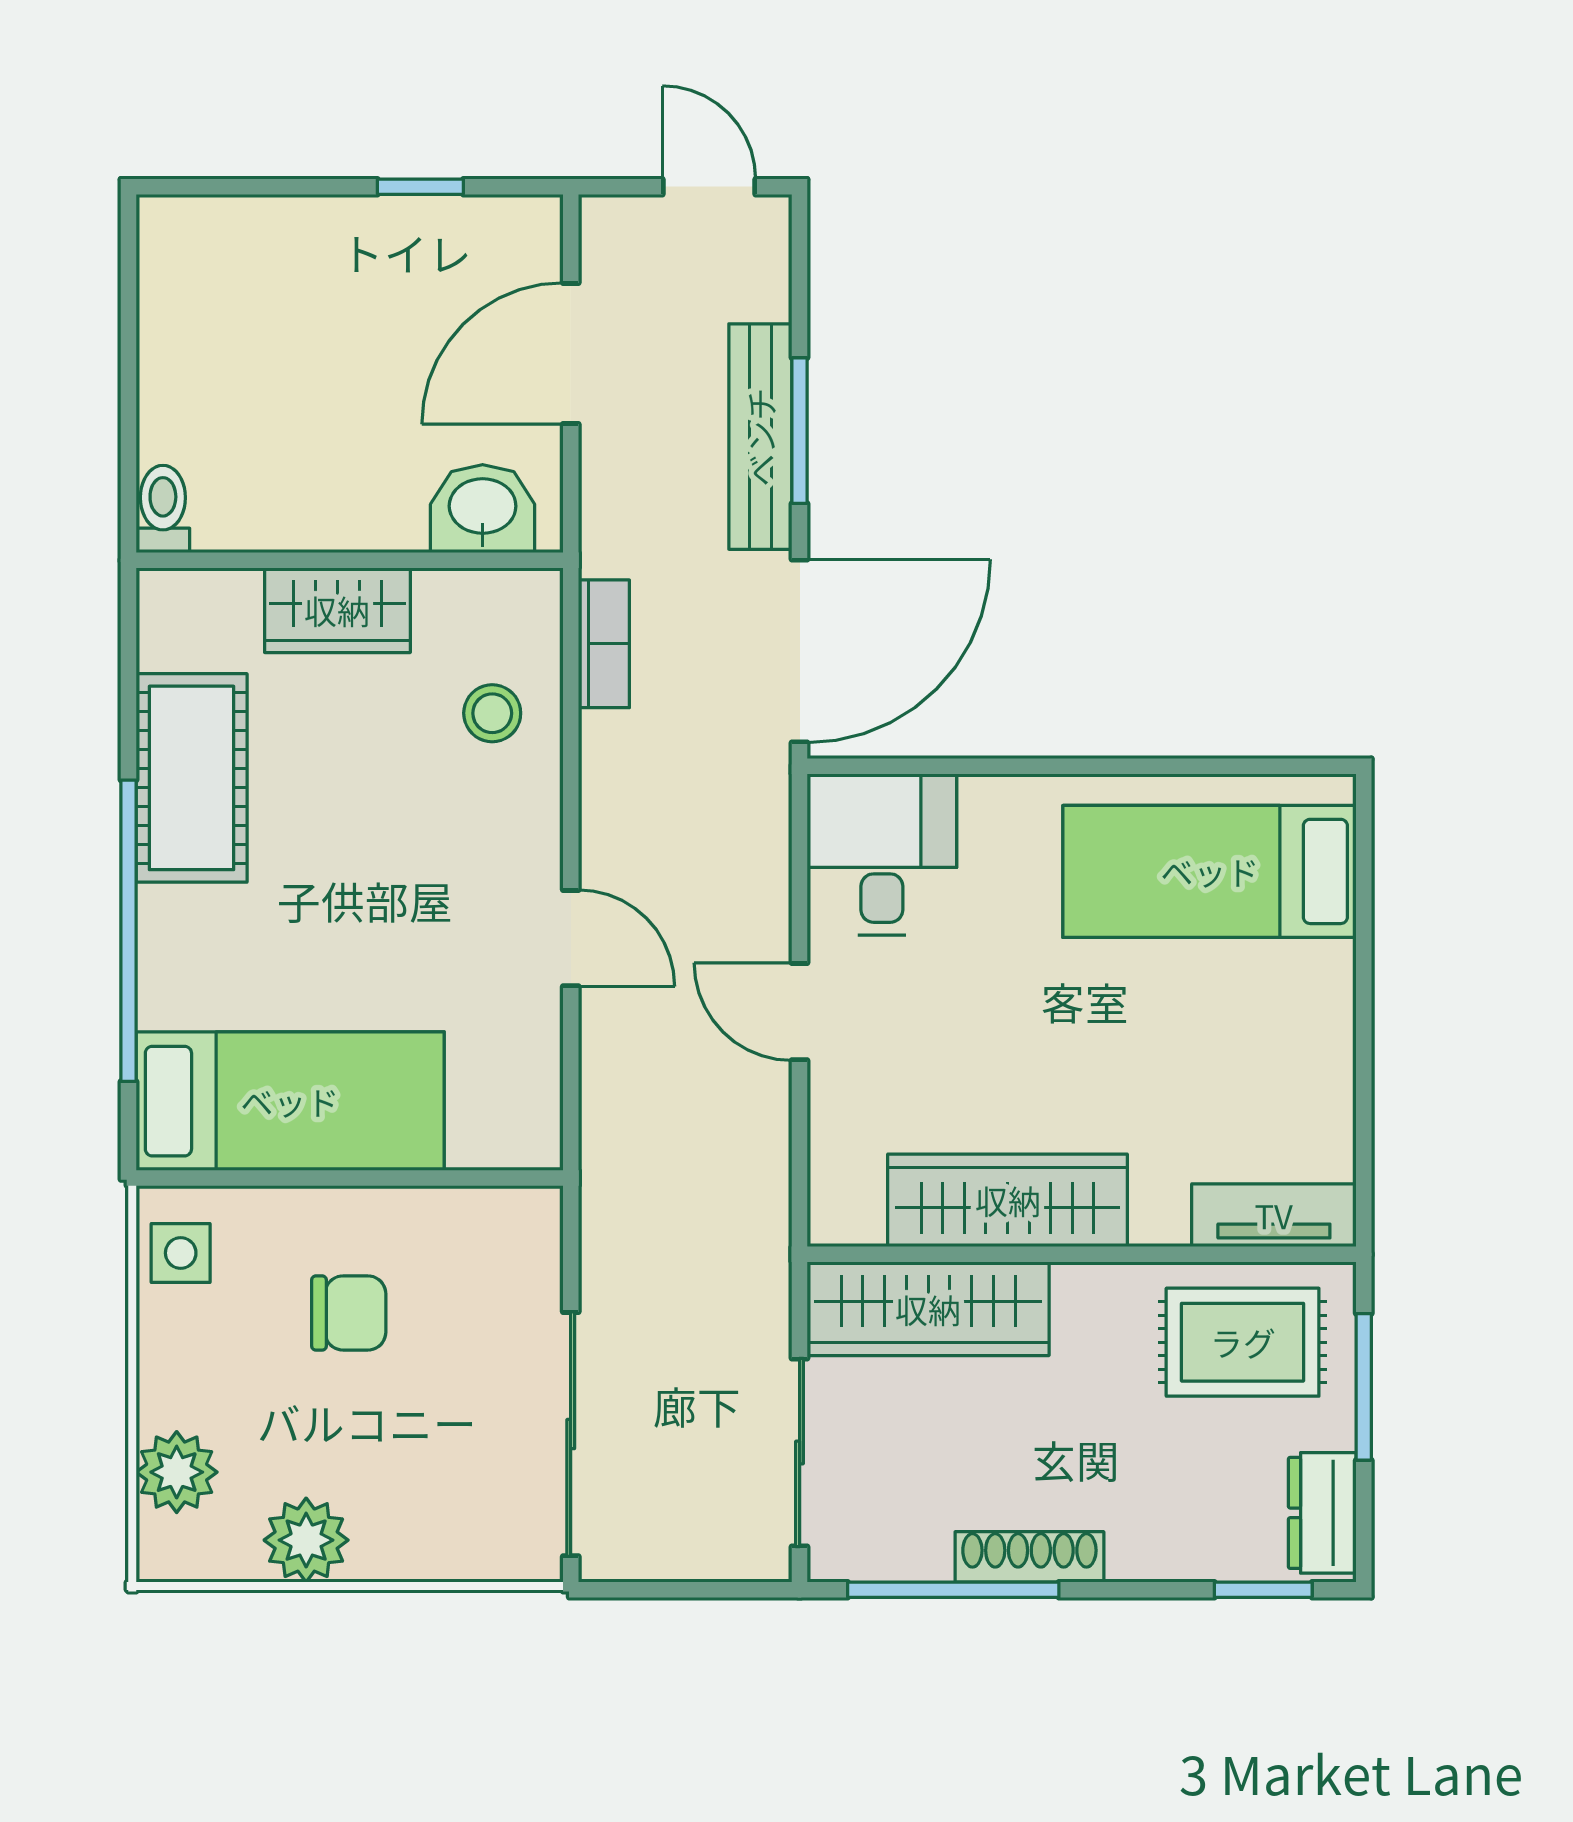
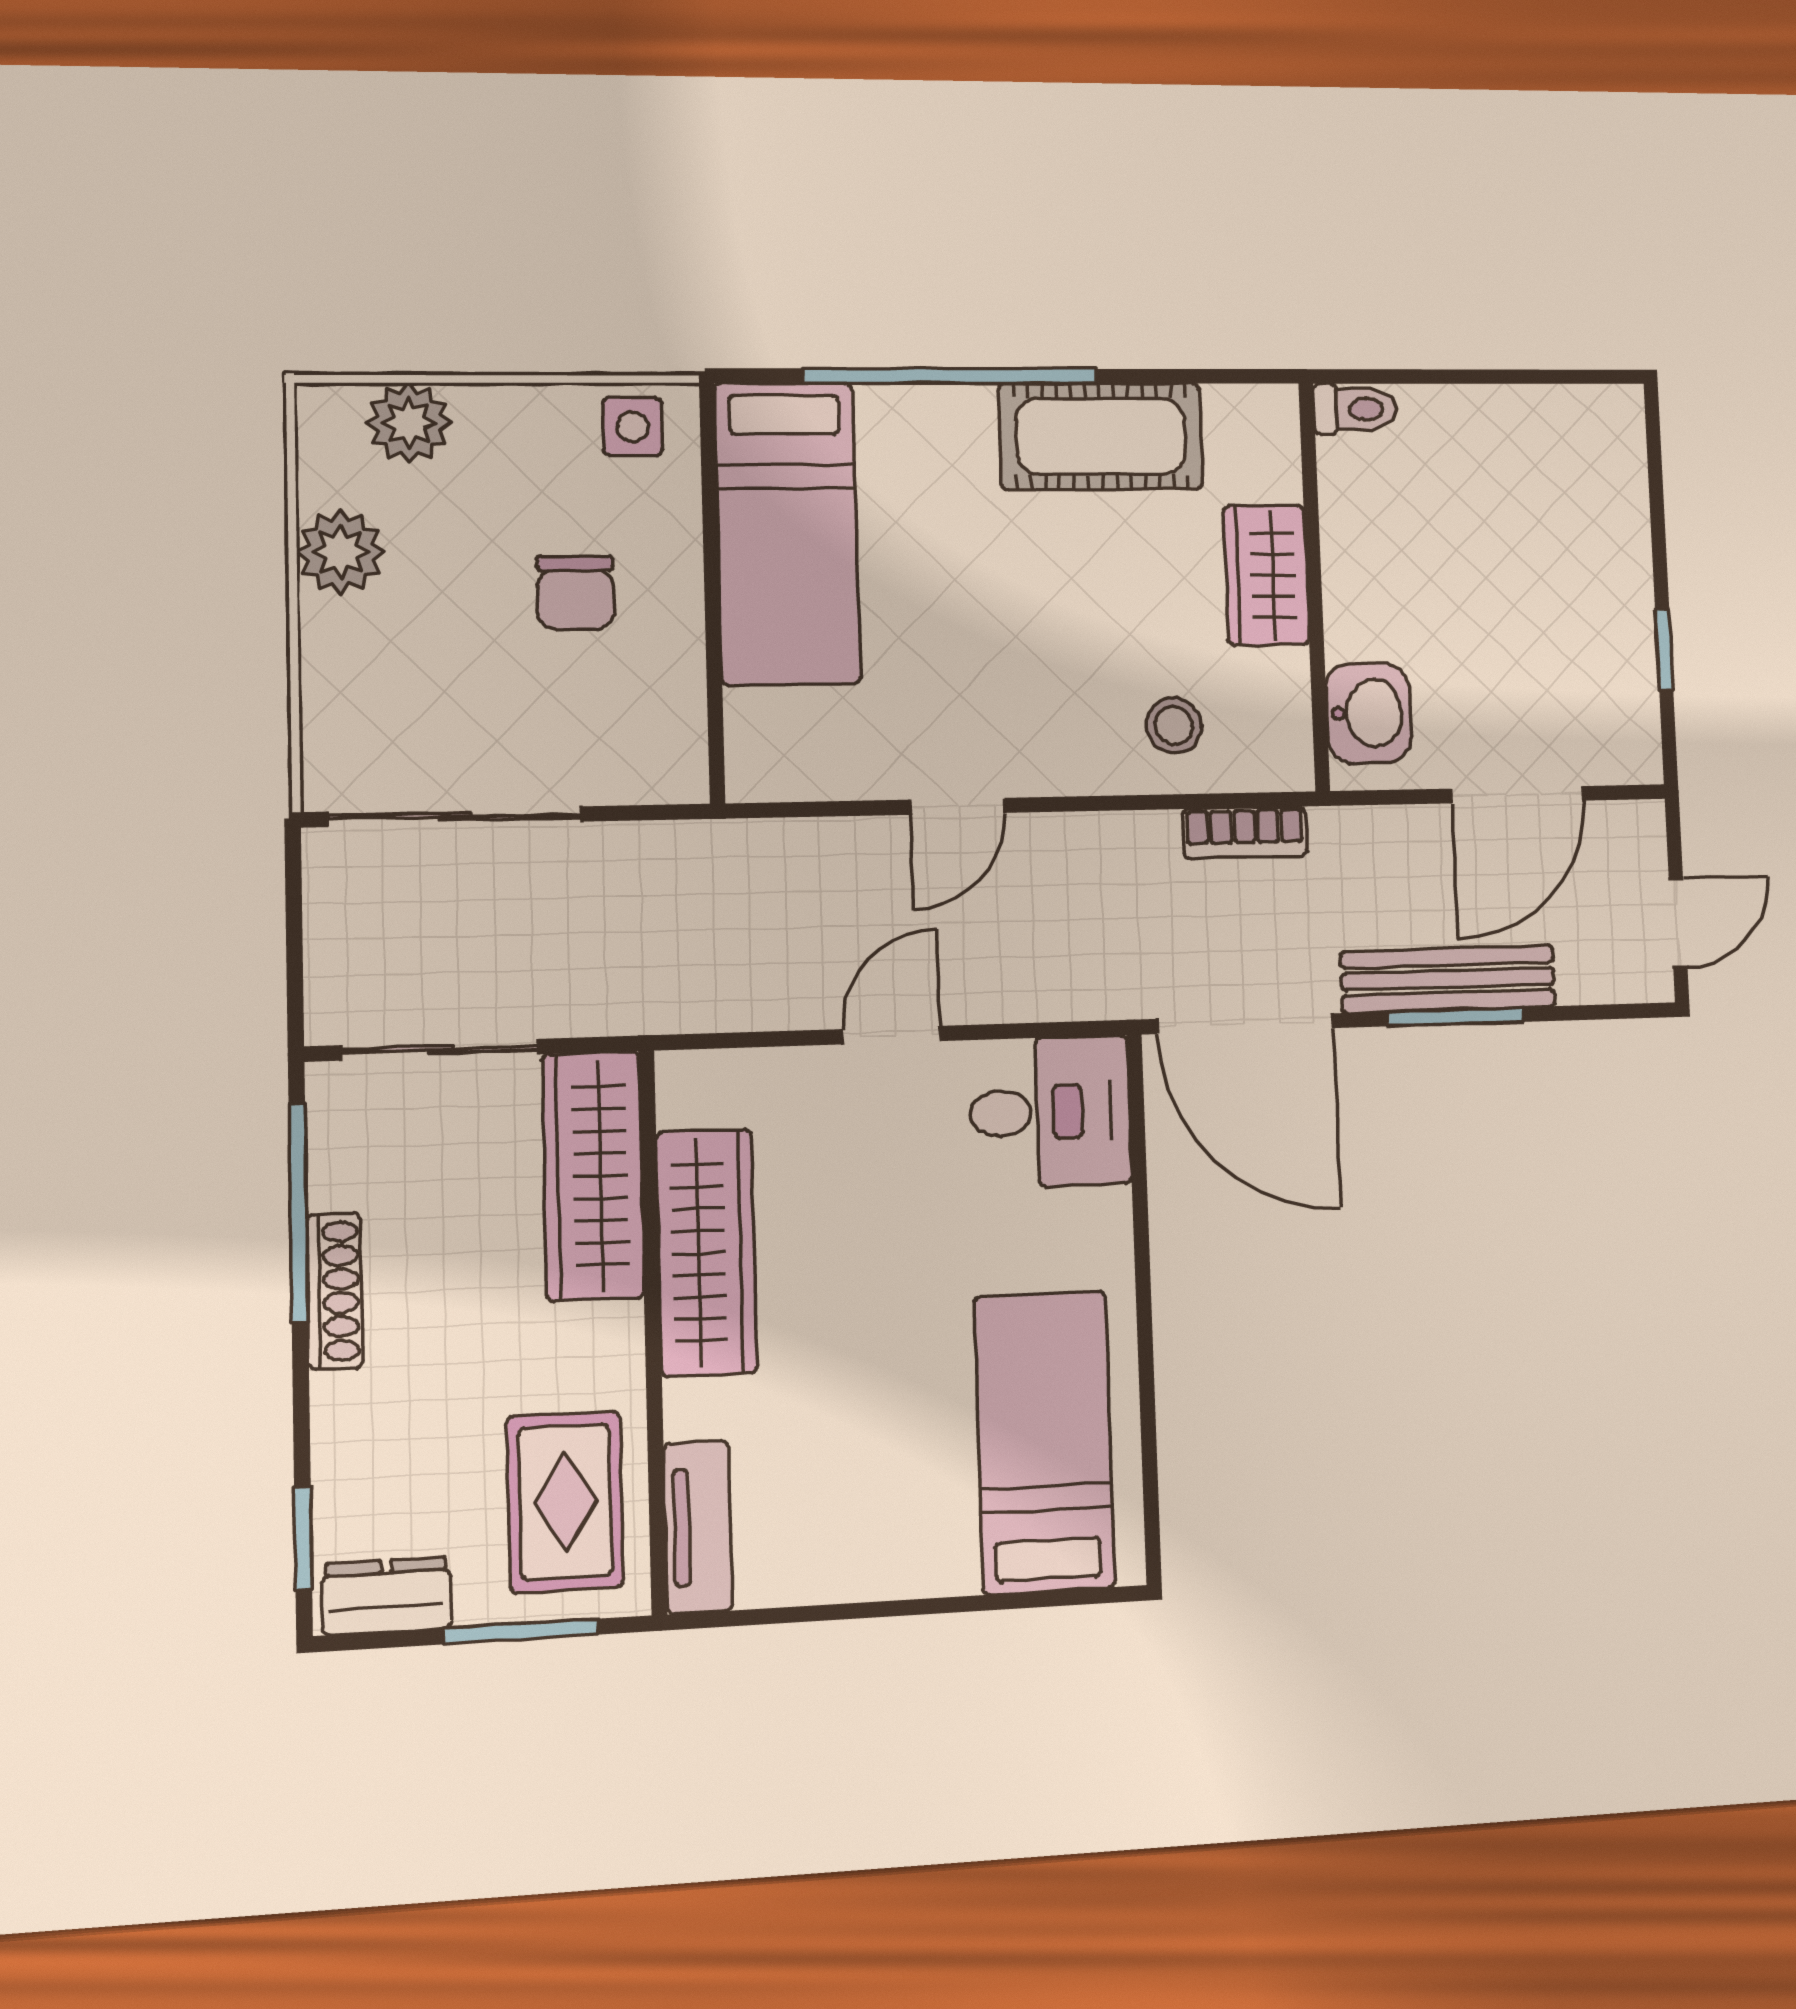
door: (571, 353) -> (1518, 795), swing flipped

